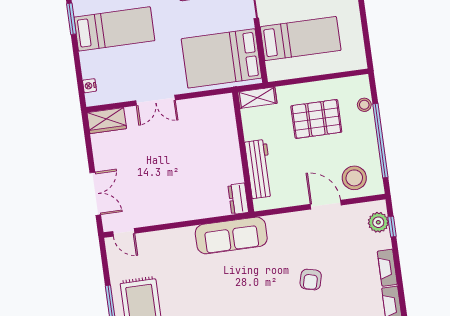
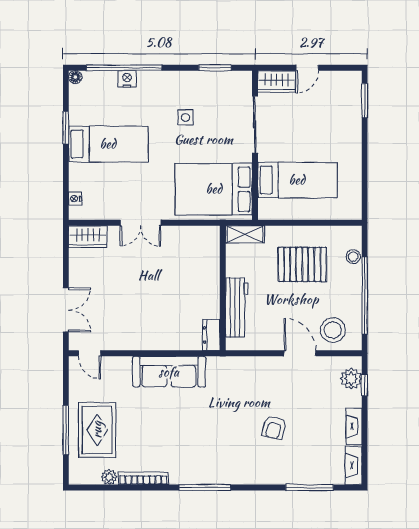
sofa: (231, 235) -> (169, 372), moved

